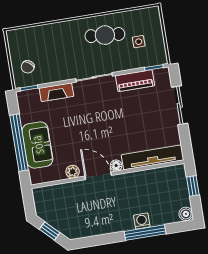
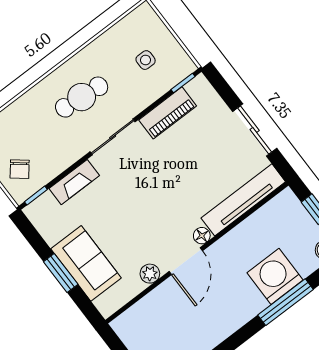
cafe table: (105, 35) -> (82, 97), moved
sliding door: (180, 105) -> (255, 130), moved
window: (19, 143) -> (61, 273), width x0.47
door: (98, 176) -> (186, 261), swing flipped
washing machine: (142, 221) -> (275, 276), width x1.89, depth x1.89

